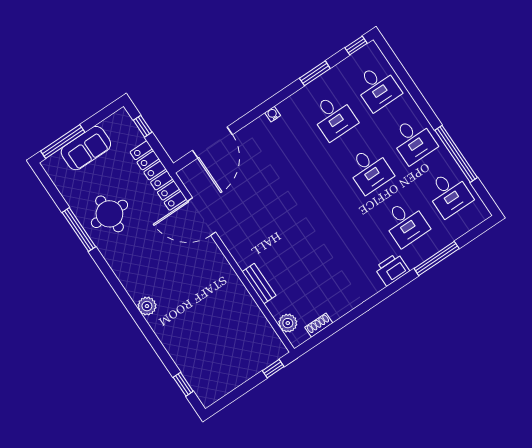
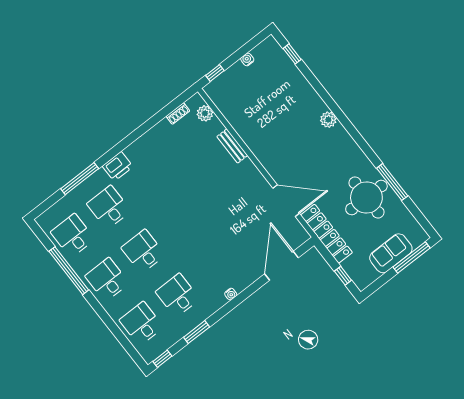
round table: (109, 214) -> (366, 197), width x1.36, depth x1.36
water cooler: (235, 382) -> (247, 59), added

